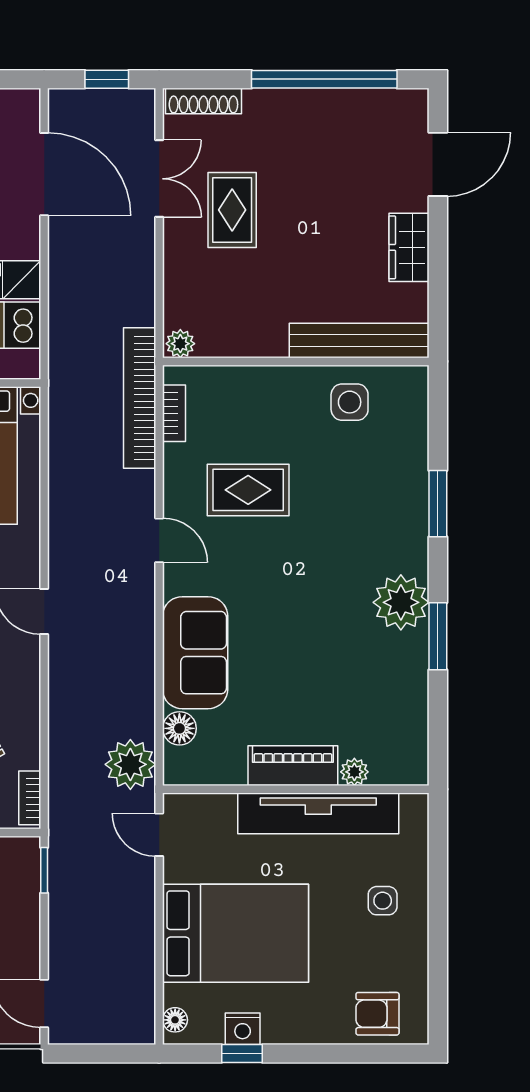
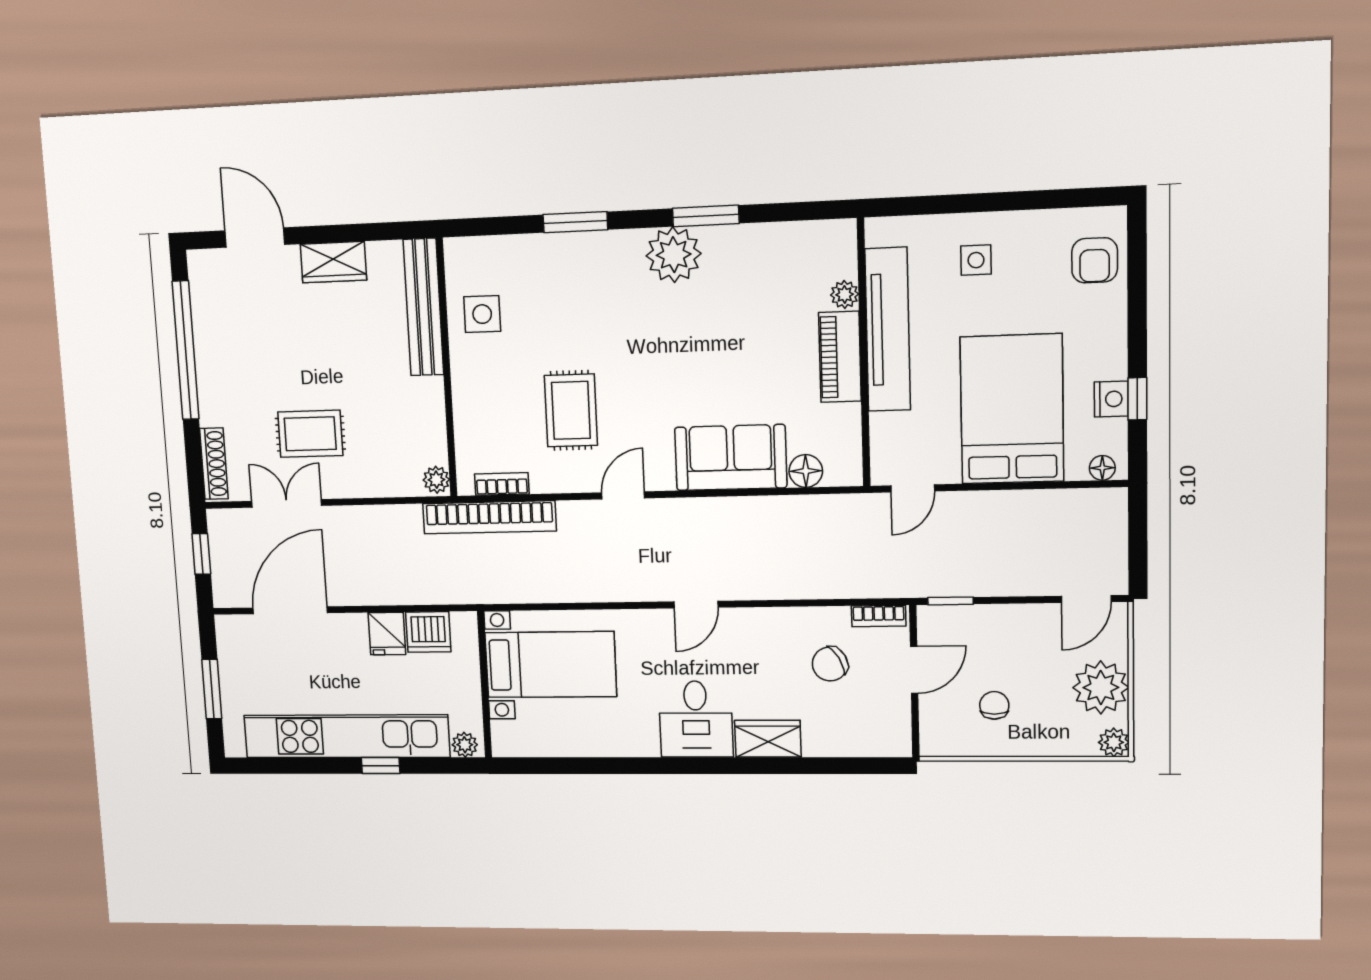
plant: (130, 764) -> (843, 518), removed

